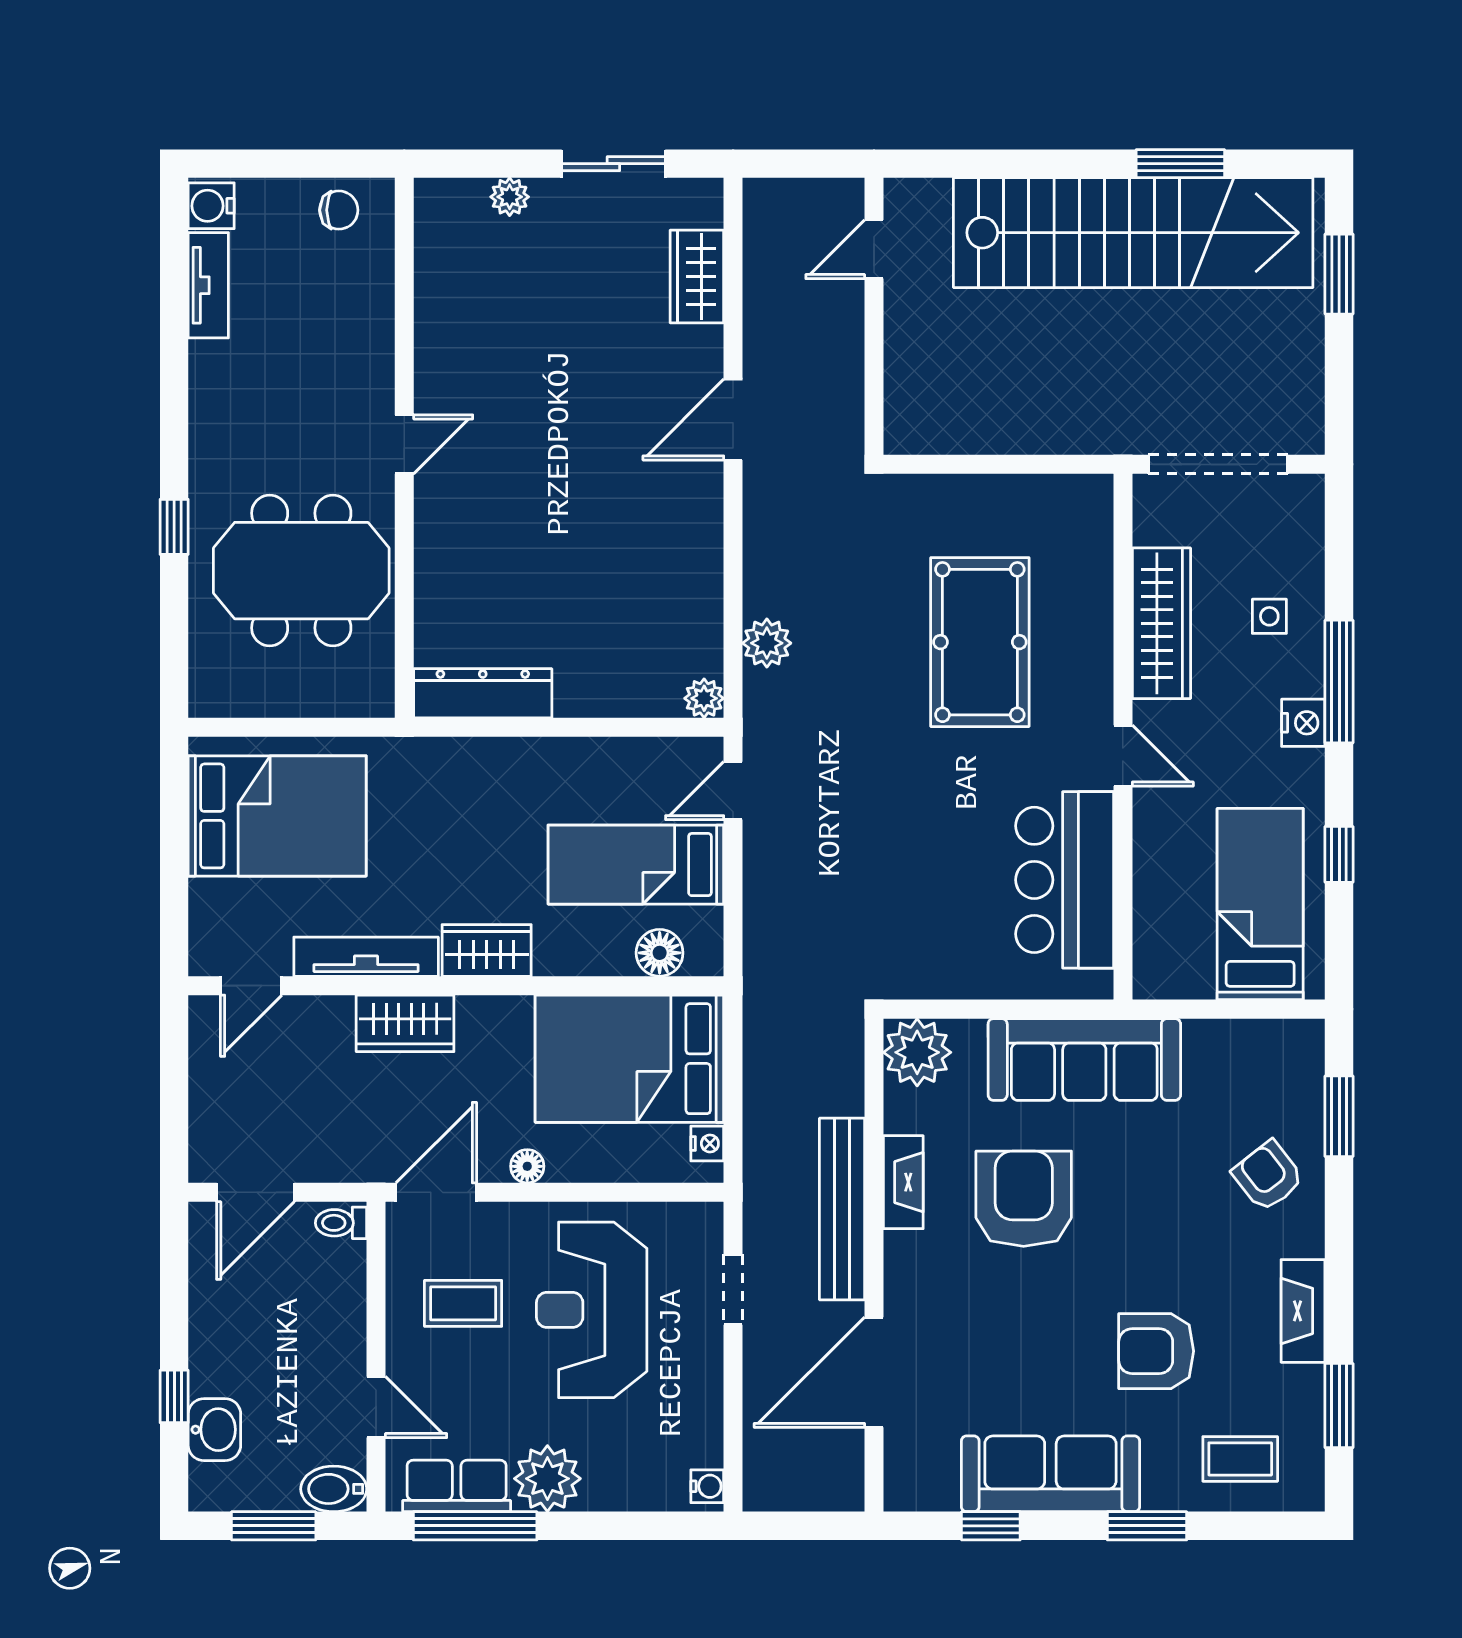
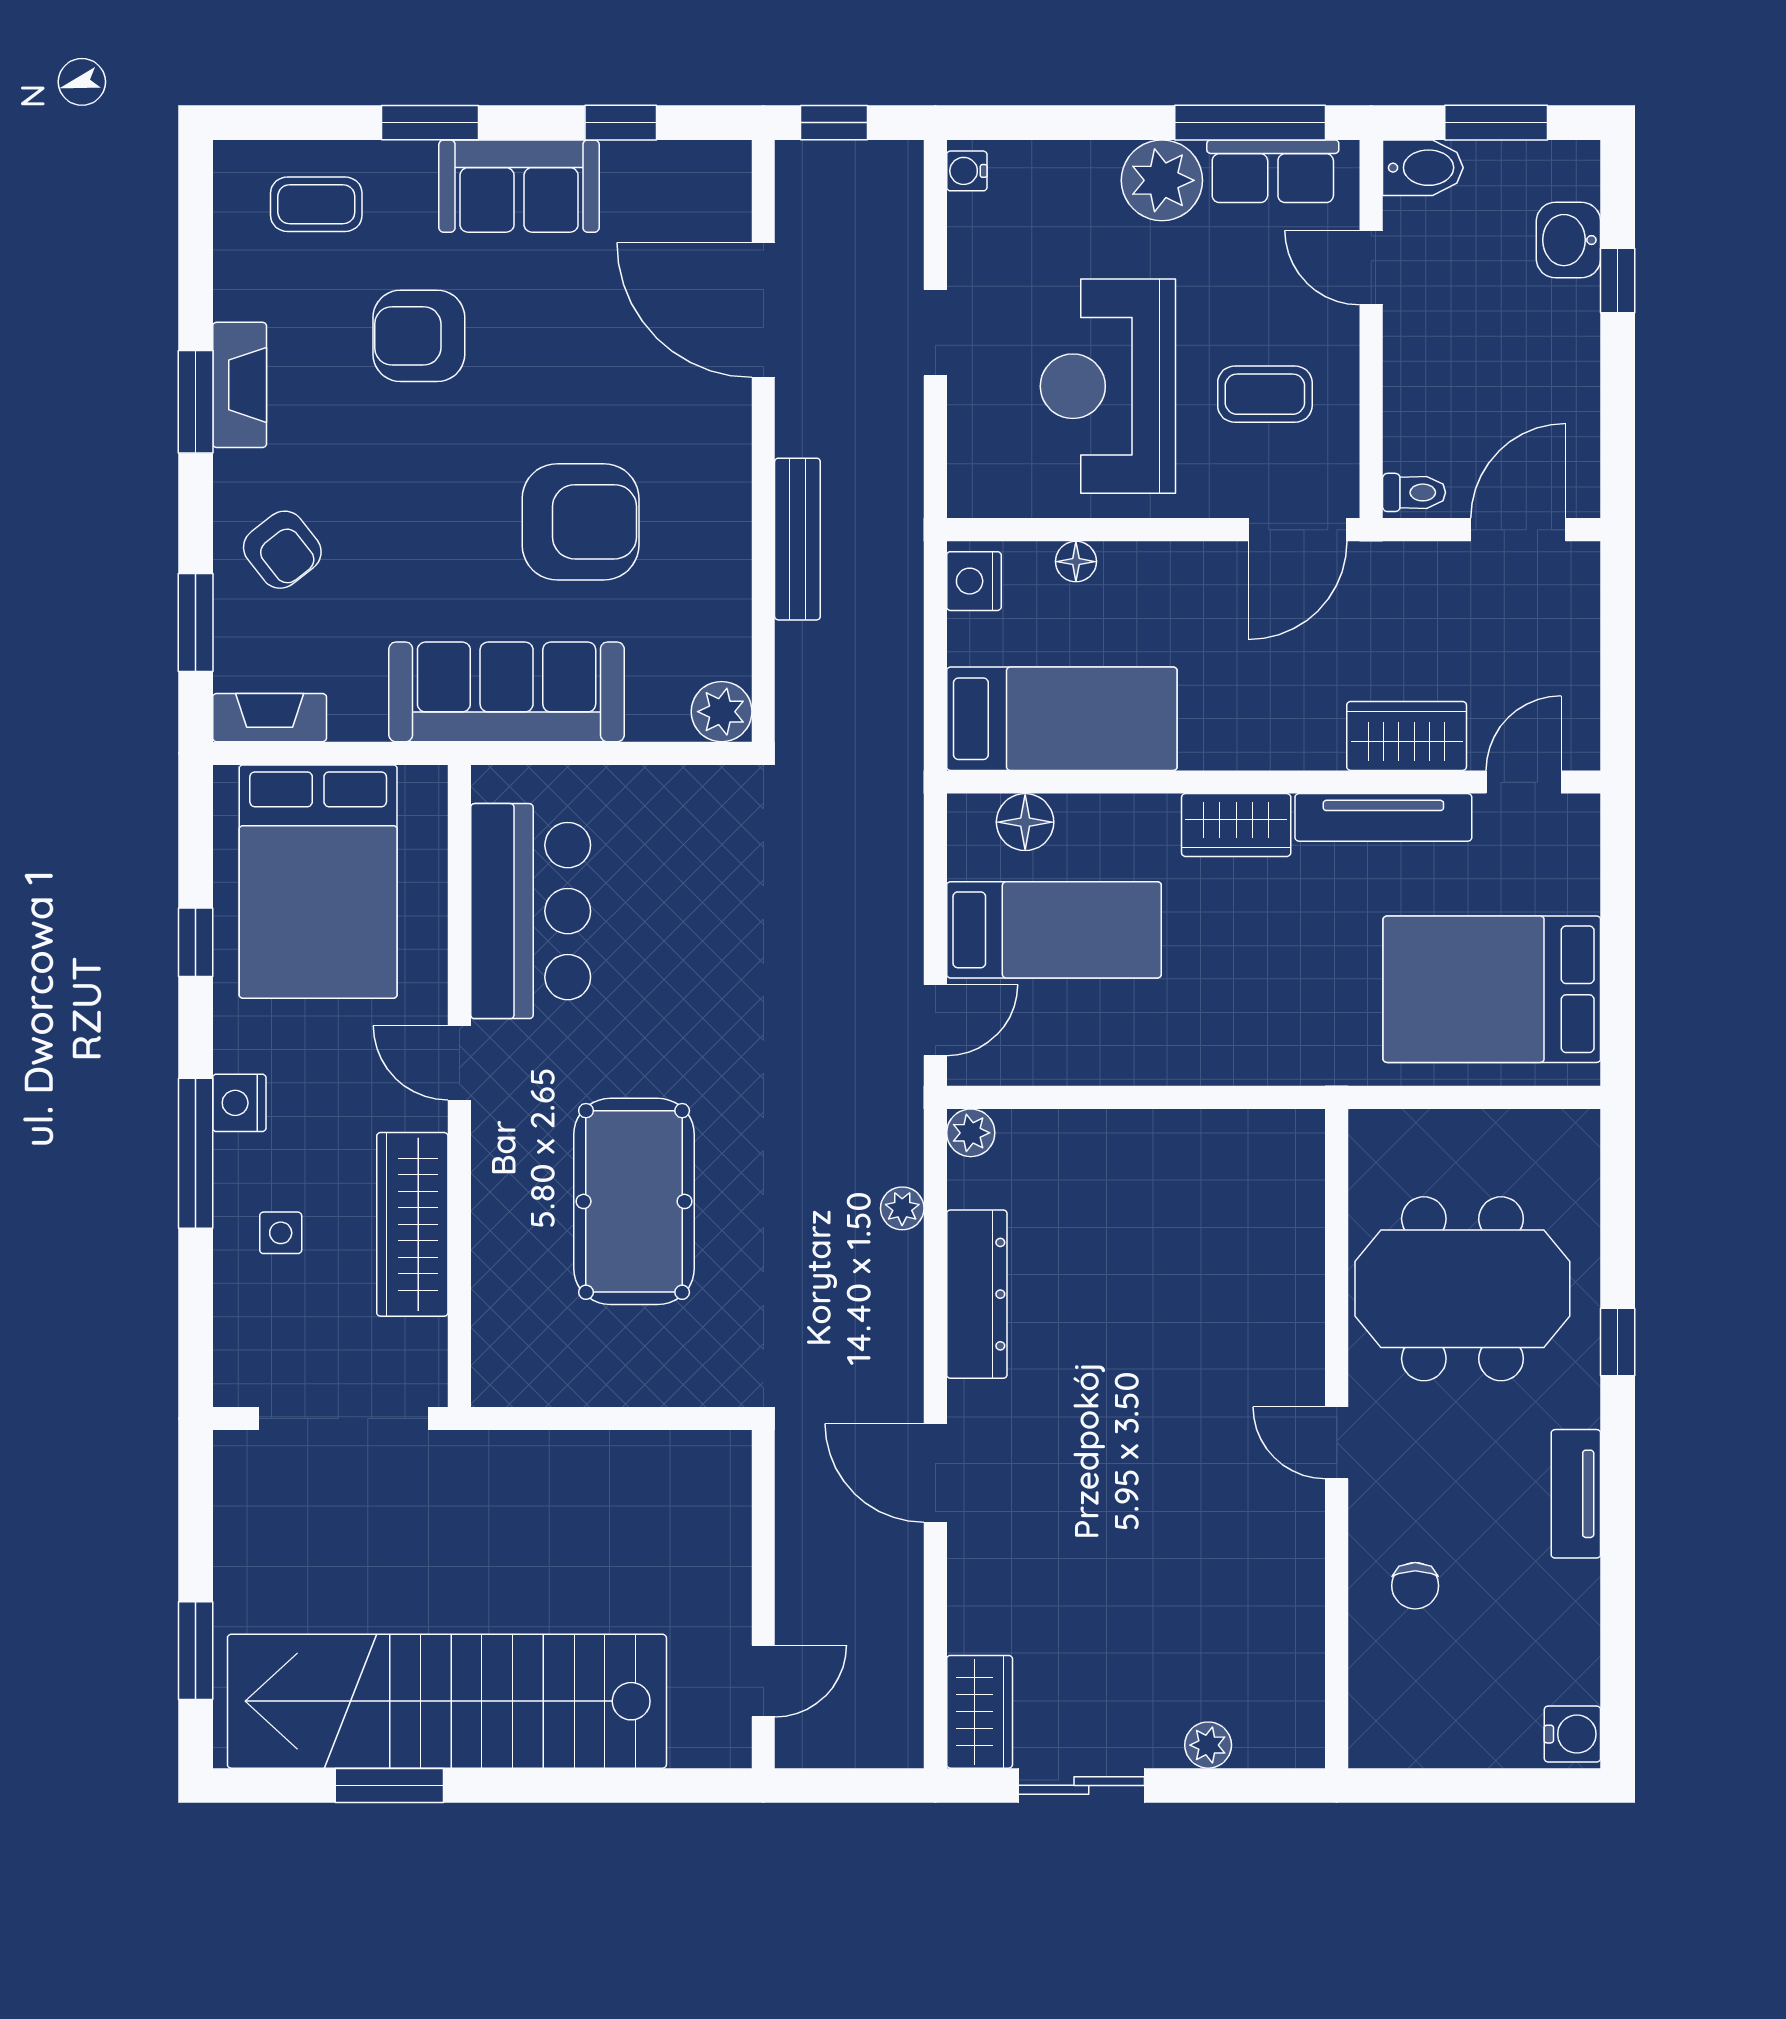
chair: (339, 210) -> (1415, 1586), moved, turned -90
wardrobe: (697, 277) -> (980, 1712), moved
tv unit: (208, 285) -> (1576, 1494), moved
door: (733, 420) -> (935, 1473), swing flipped
door: (404, 444) -> (1337, 1443), hinge flipped
plant: (767, 643) -> (902, 1208), width x0.73, depth x0.73
dresser: (483, 693) -> (977, 1294), moved, turned -90
bed: (1260, 904) -> (318, 882), width x1.50
wardrobe: (405, 1023) -> (1407, 736), moved
plant: (917, 1052) -> (722, 712), width x0.73, depth x0.73
bed: (629, 1059) -> (1062, 719), width x0.67
nightstand: (707, 1143) -> (974, 581), width x1.39, depth x1.35
floor lamp: (527, 1166) -> (1076, 562), moved
fireplace: (903, 1182) -> (270, 718), moved, turned 90
armchair: (1024, 1199) -> (581, 522), turned -90
bench: (842, 1209) -> (797, 539), width x0.73, depth x0.82
doorway: (733, 1289) -> (935, 333), moved
reception desk: (592, 1310) -> (1108, 386), turned 180
armchair: (1156, 1351) -> (419, 336), turned 180
door: (874, 1372) -> (763, 310), swing flipped
window: (1339, 1406) -> (196, 402), moved
sofa: (1050, 1474) -> (519, 186), width x0.73
window: (816, 1526) -> (834, 123), added

